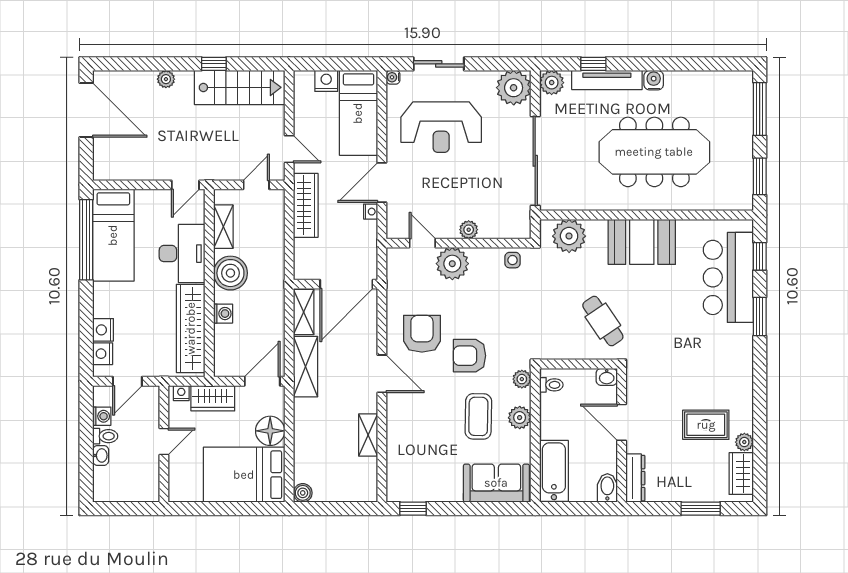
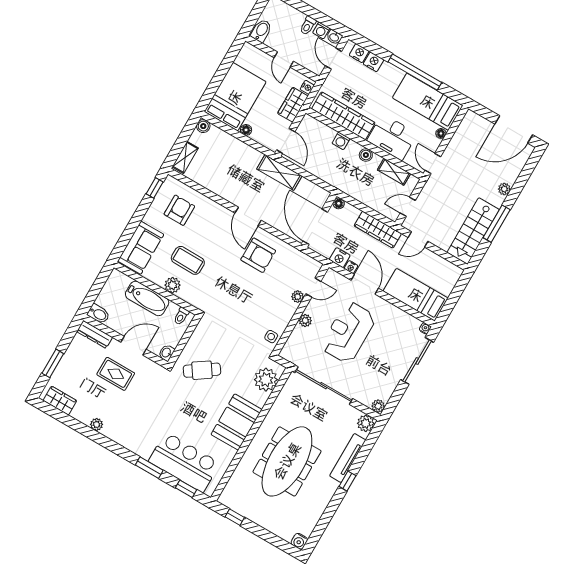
window: (214, 64) -> (497, 224), width x2.17
sliding door: (439, 64) -> (417, 361), width x1.37
window: (593, 64) -> (347, 481), moved
water cooler: (654, 80) -> (299, 541), moved, turned 90
nightstand: (326, 81) -> (340, 258), moved, turned 90
plant: (514, 88) -> (378, 406), width x0.53, depth x0.53
window: (760, 109) -> (276, 541), removed
reception desk: (441, 127) -> (348, 332), moved
window: (760, 176) -> (235, 517), width x0.67
door: (256, 185) -> (408, 207), swing flipped
floor lamp: (143, 196) -> (441, 133), added
window: (86, 240) -> (415, 72), moved
plant: (452, 264) -> (298, 297), width x0.53, depth x0.53
floor lamp: (301, 272) -> (339, 203), added
boiler: (230, 273) -> (366, 155), width x0.54, depth x0.54
shelving: (304, 312) -> (313, 191), removed
armchair: (470, 356) -> (179, 210), moved
door: (382, 374) -> (248, 217), hinge flipped
plant: (522, 379) -> (195, 300), removed
rug: (706, 425) -> (116, 374), moved, turned 90
floor lamp: (270, 431) -> (246, 130), width x0.53, depth x0.53
shelving: (368, 435) -> (185, 157), moved, turned 90
plant: (744, 442) -> (97, 424), moved
washbasin: (101, 455) -> (334, 37), moved
bathtub: (554, 471) -> (147, 298), moved
bidet: (145, 490) -> (261, 31), added

